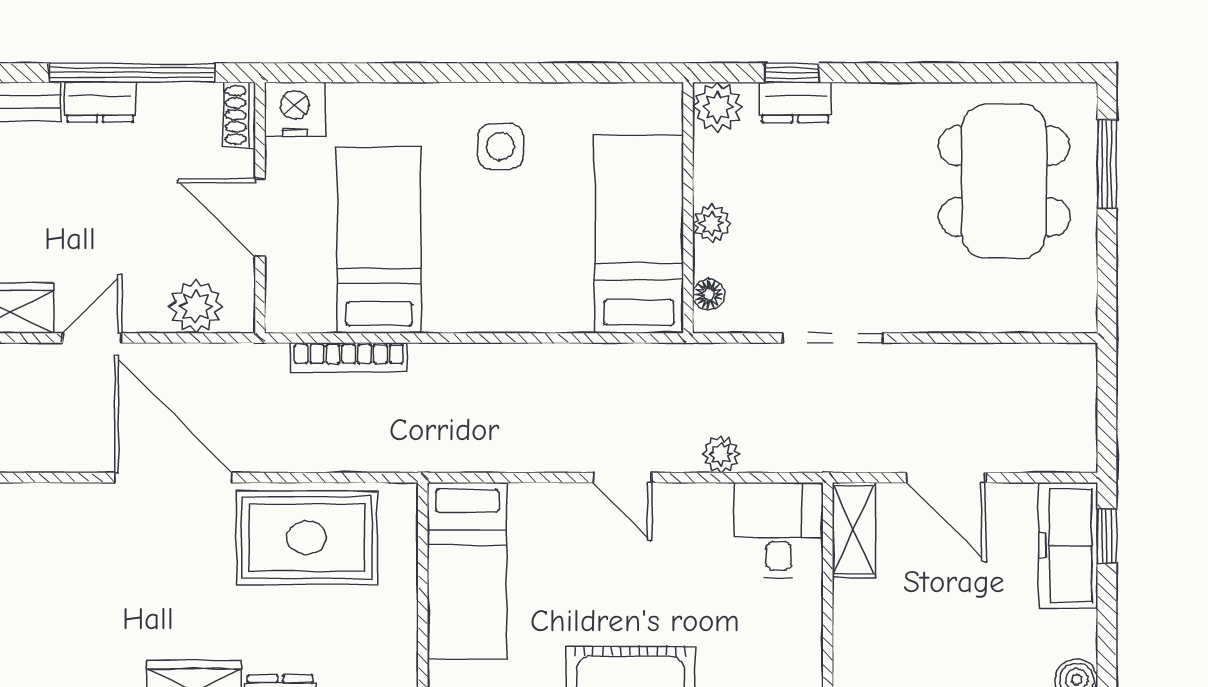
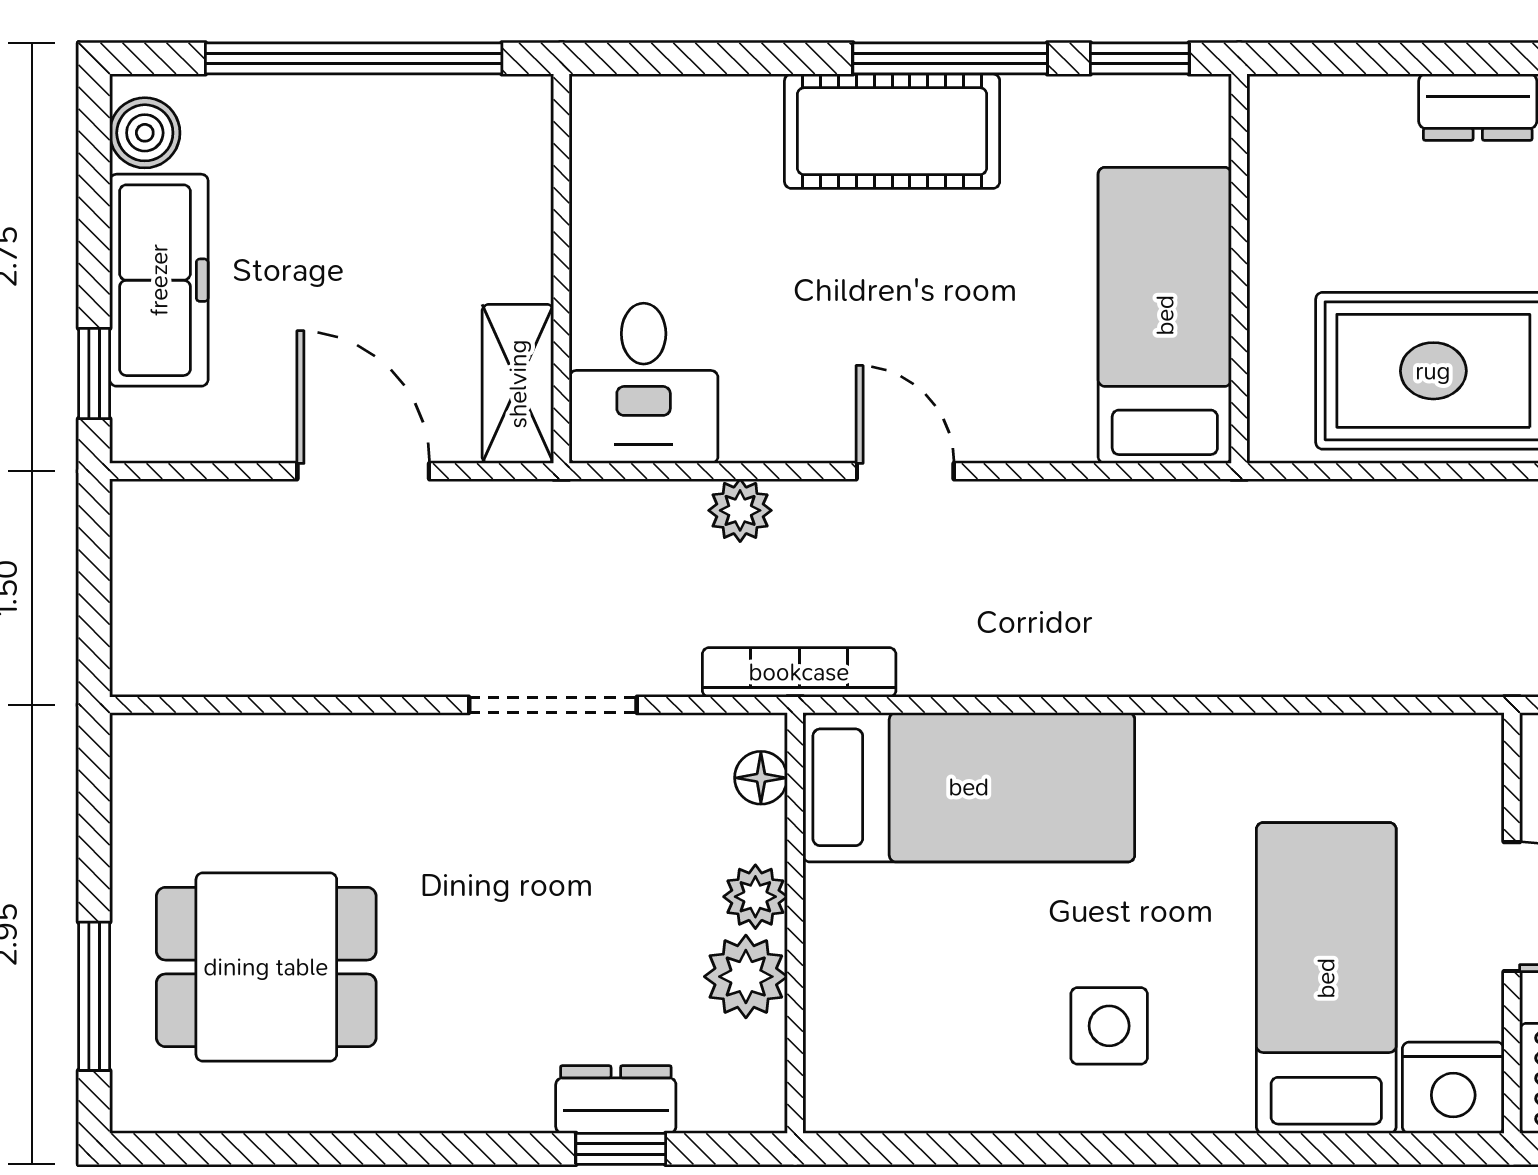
plant: (718, 107) -> (746, 977), moved
dining table: (1004, 181) -> (266, 967), width x0.73
bed: (639, 234) -> (969, 787), moved, turned -90
bed: (379, 241) -> (1326, 978), moved, turned 180
bookcase: (349, 357) -> (799, 672), moved
freezer: (1068, 546) -> (159, 280), moved

